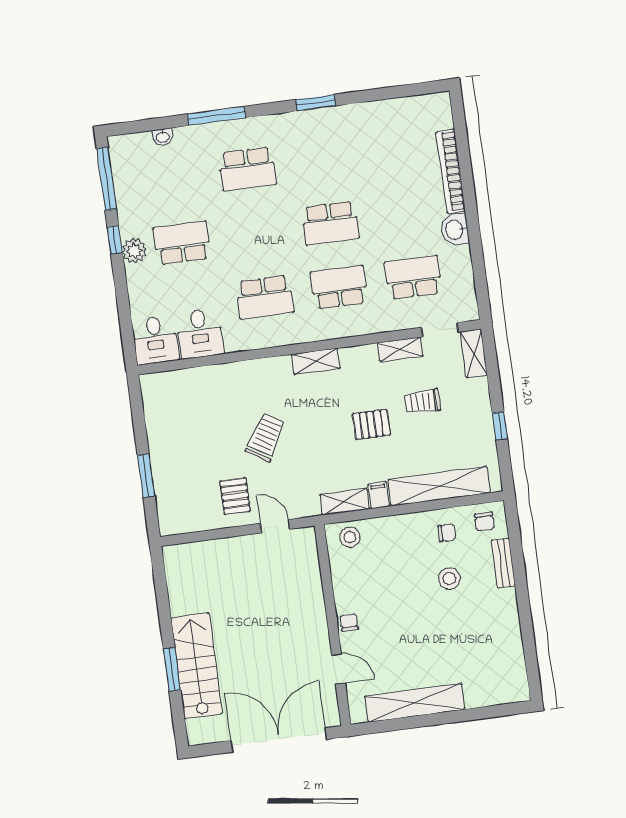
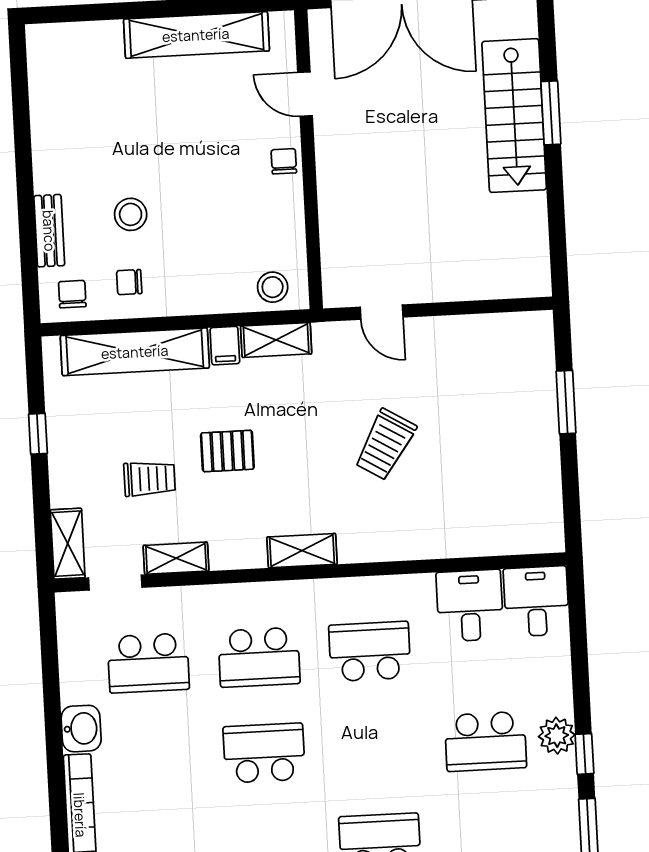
pallet: (235, 496) -> (437, 361), removed
chair: (349, 622) -> (284, 161), turned 180

